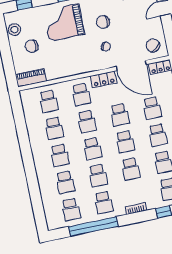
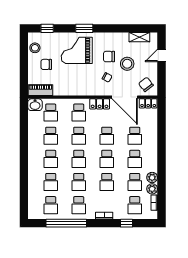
stool: (126, 26) -> (127, 64), added
washbasin: (28, 96) -> (35, 105), added

